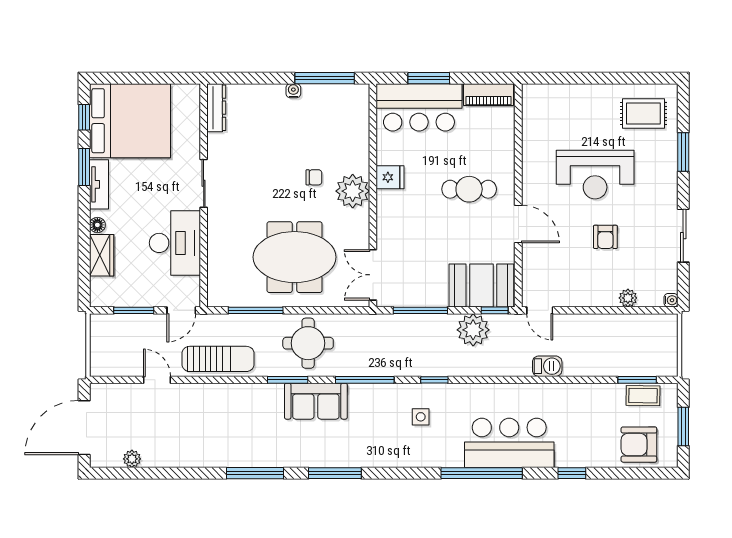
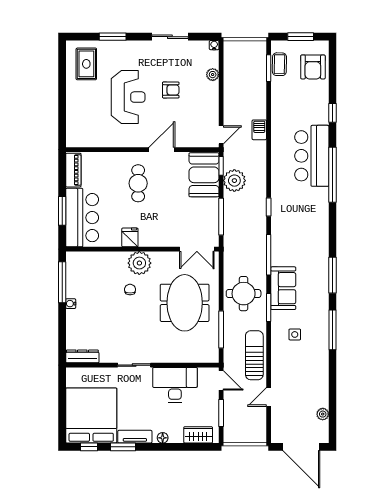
wardrobe: (102, 255) -> (198, 435), moved
side table: (421, 417) -> (295, 334), moved

